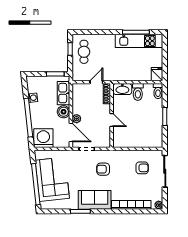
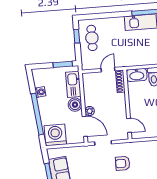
door: (112, 120) -> (129, 125), moved

